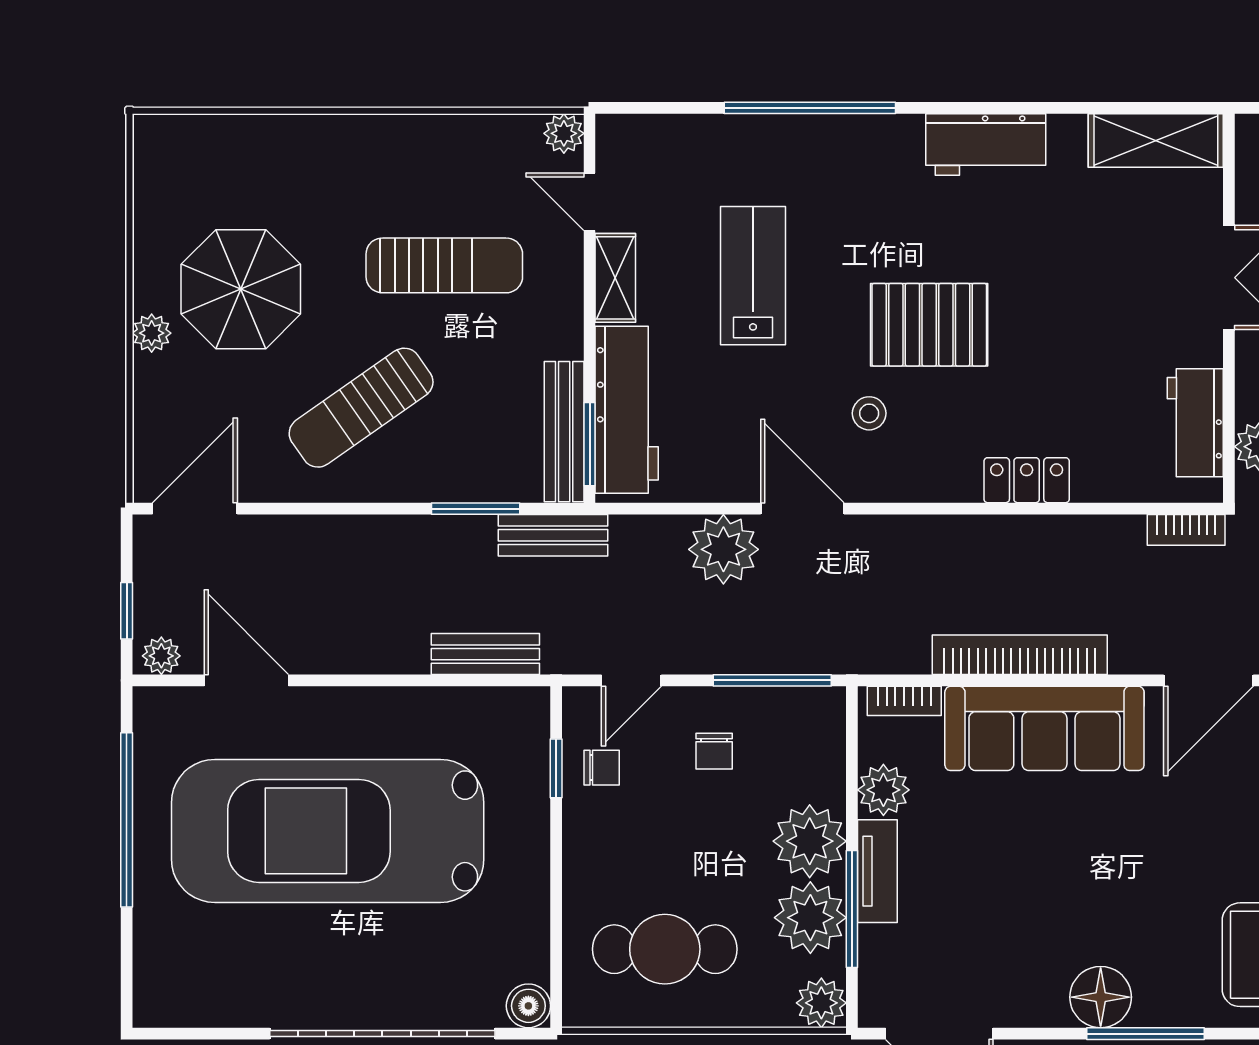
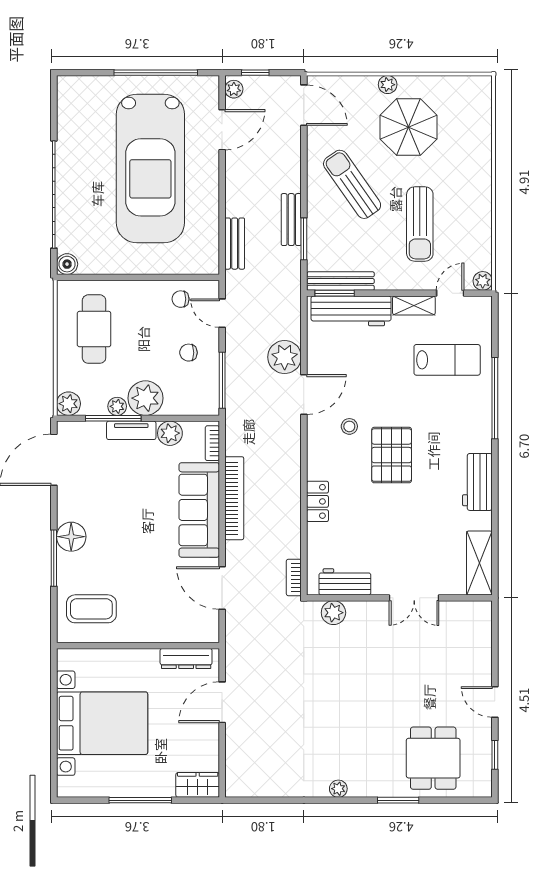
lab bench: (753, 276) -> (447, 360), moved
bench: (553, 535) -> (291, 220), moved
window: (556, 768) -> (180, 277), removed
chair: (602, 768) -> (181, 299), turned 90
car: (328, 831) -> (150, 168), turned 180
plant: (810, 918) -> (117, 406), width x0.53, depth x0.53

